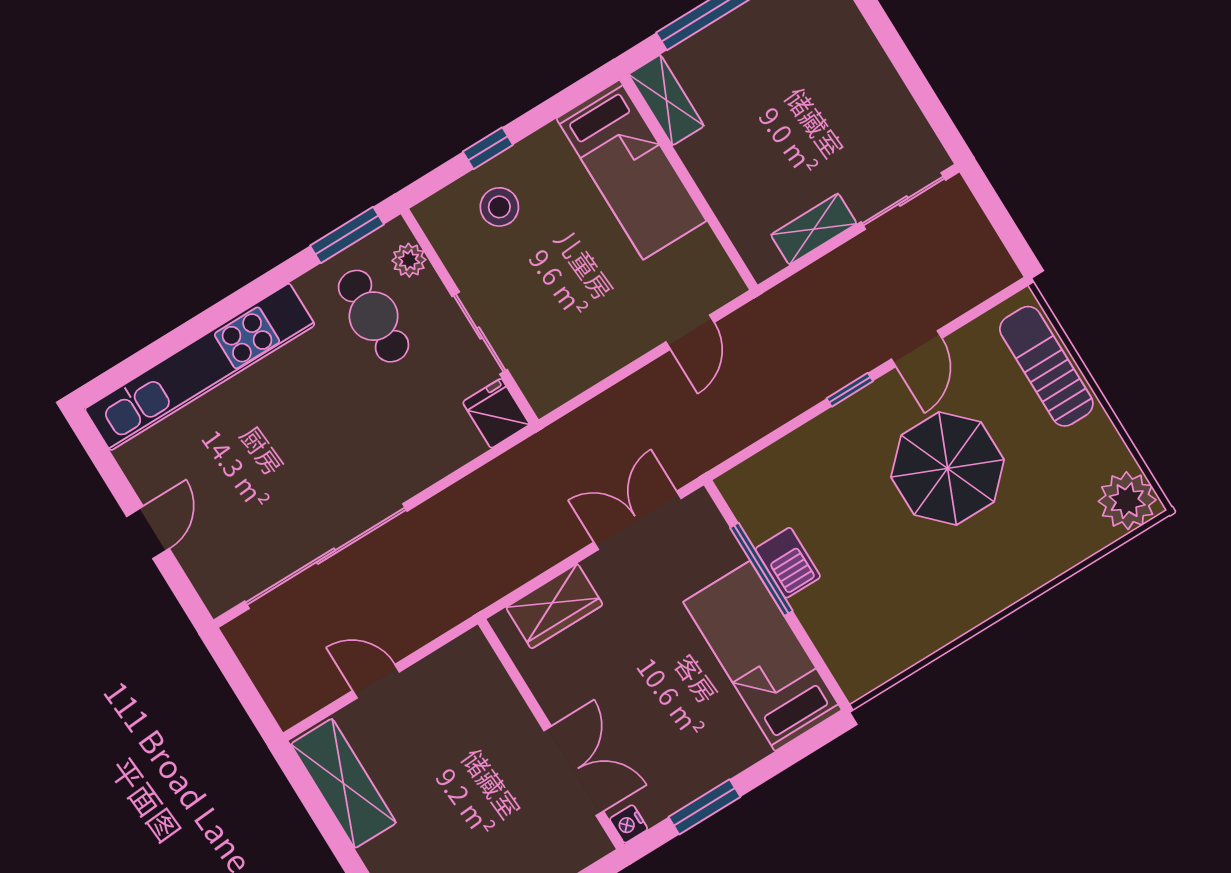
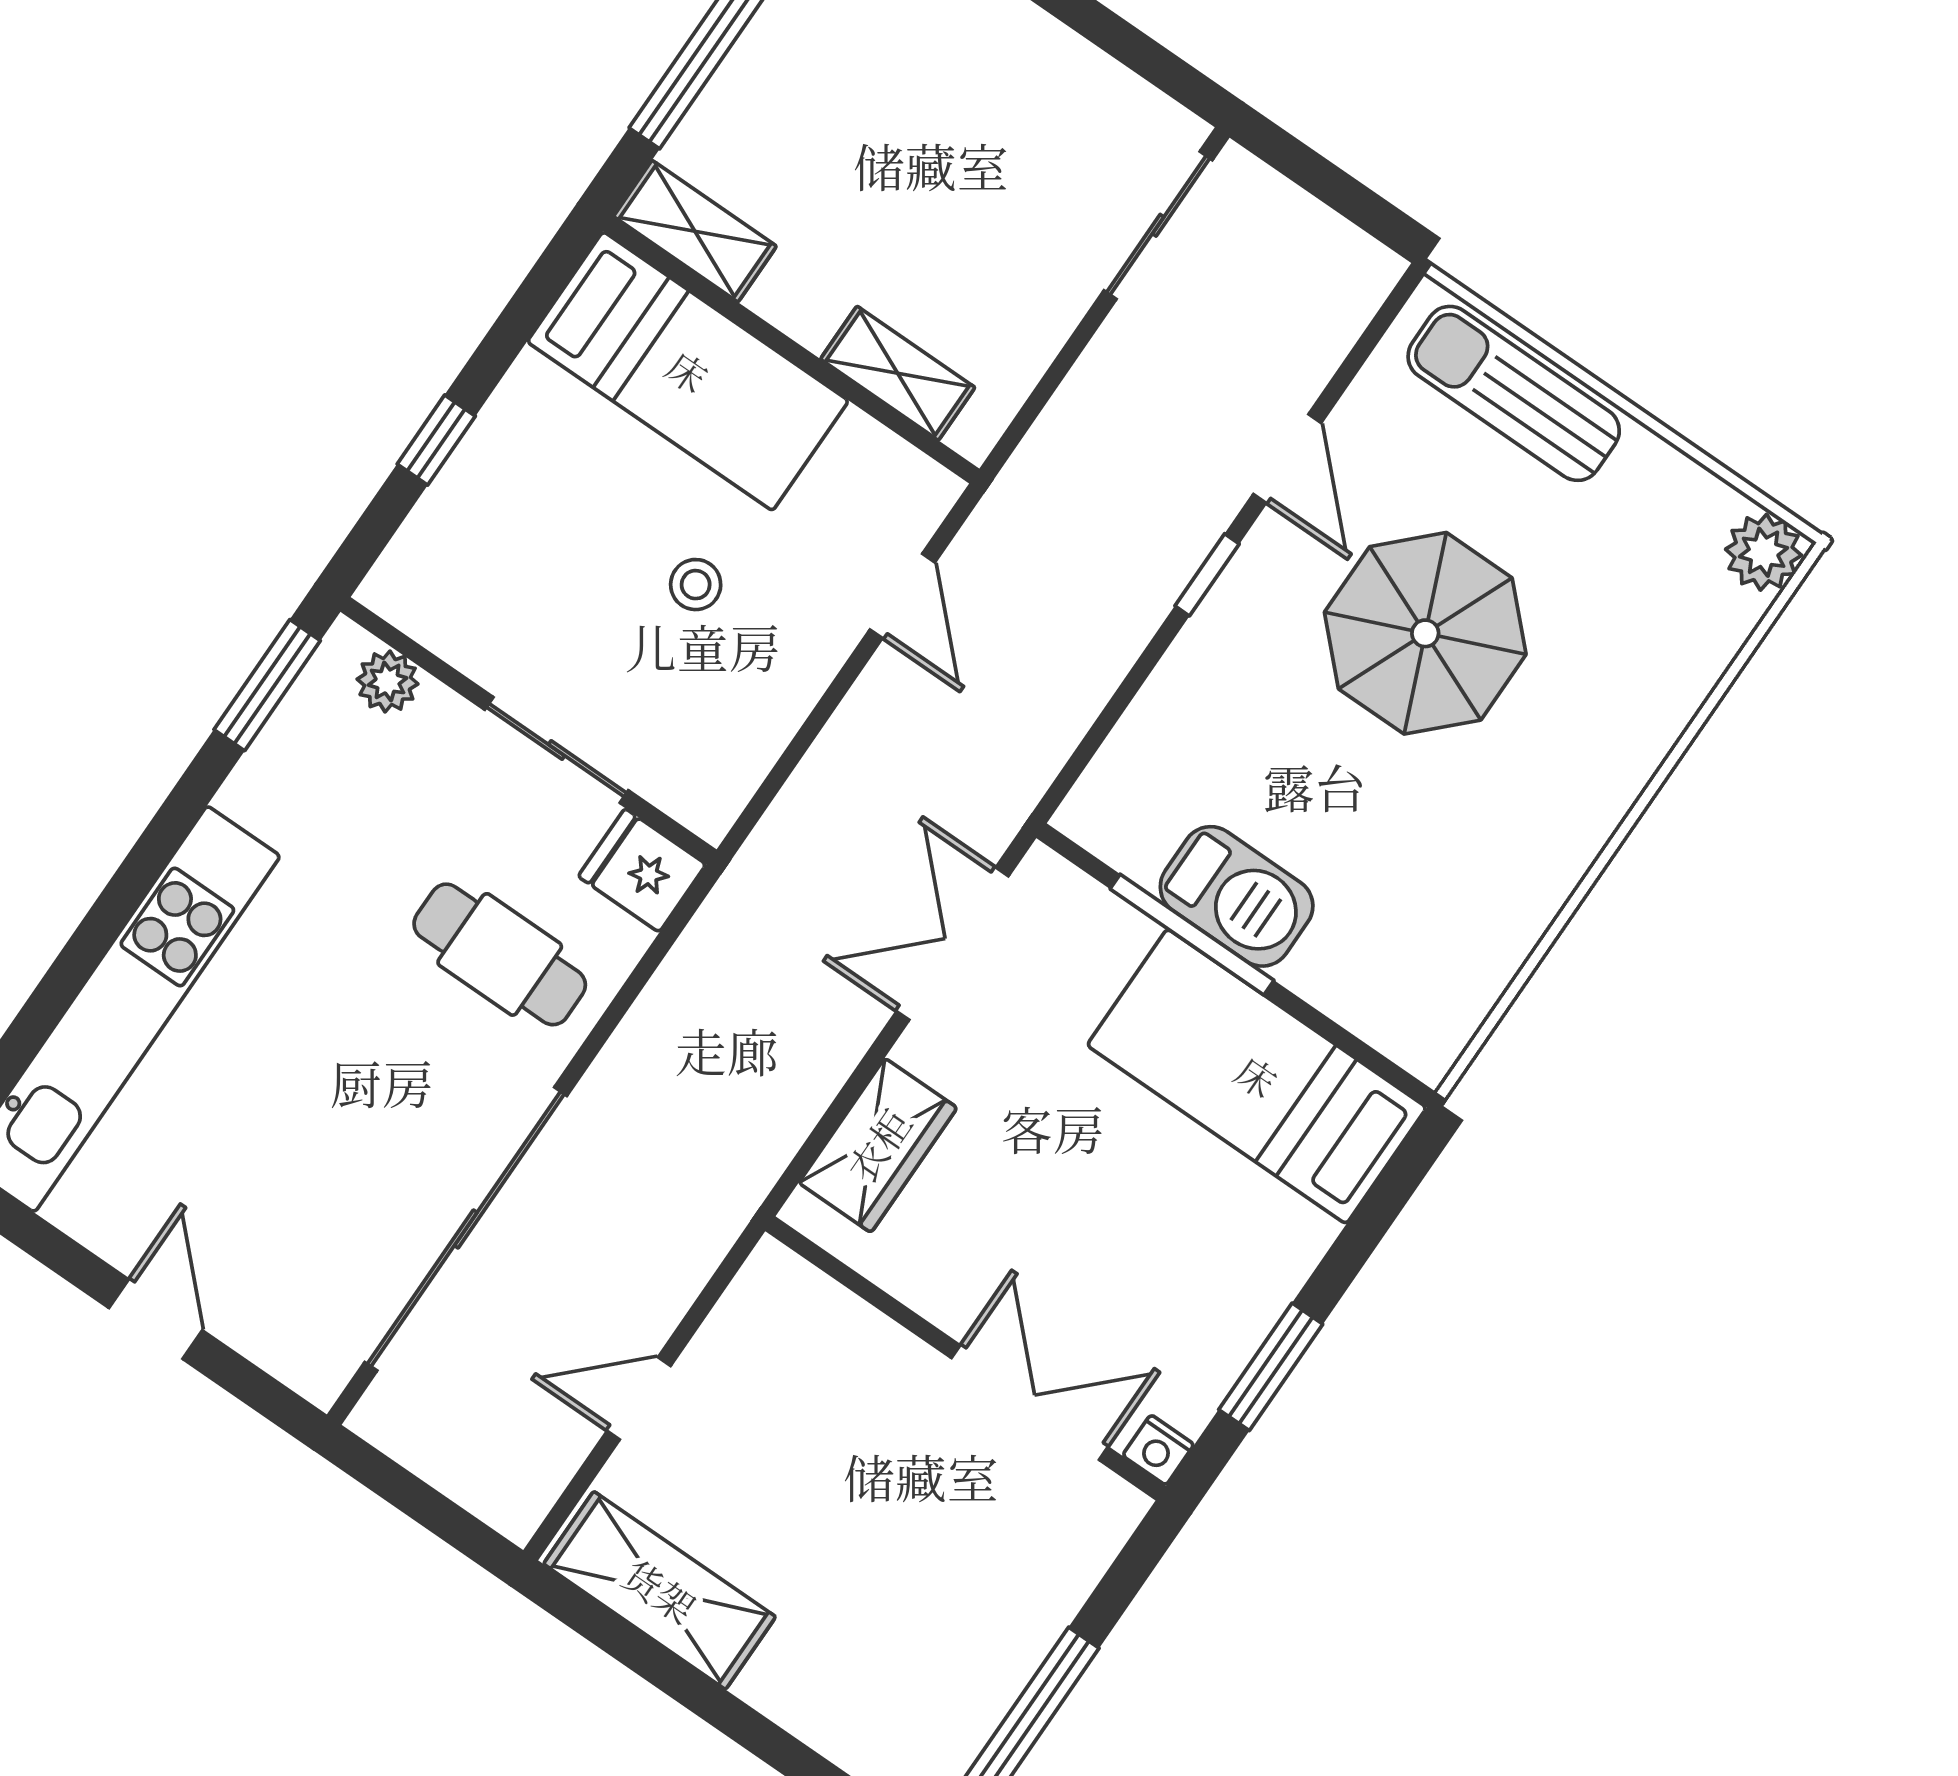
stool: (499, 207) -> (696, 585), moved, width x0.73, depth x0.73
shelving: (814, 229) -> (898, 373), moved, turned 90
cafe table: (374, 316) -> (500, 954), moved
plant: (1127, 501) -> (1764, 552), width x0.73, depth x0.73
barbecue: (788, 563) -> (1237, 896), width x1.38, depth x1.27

